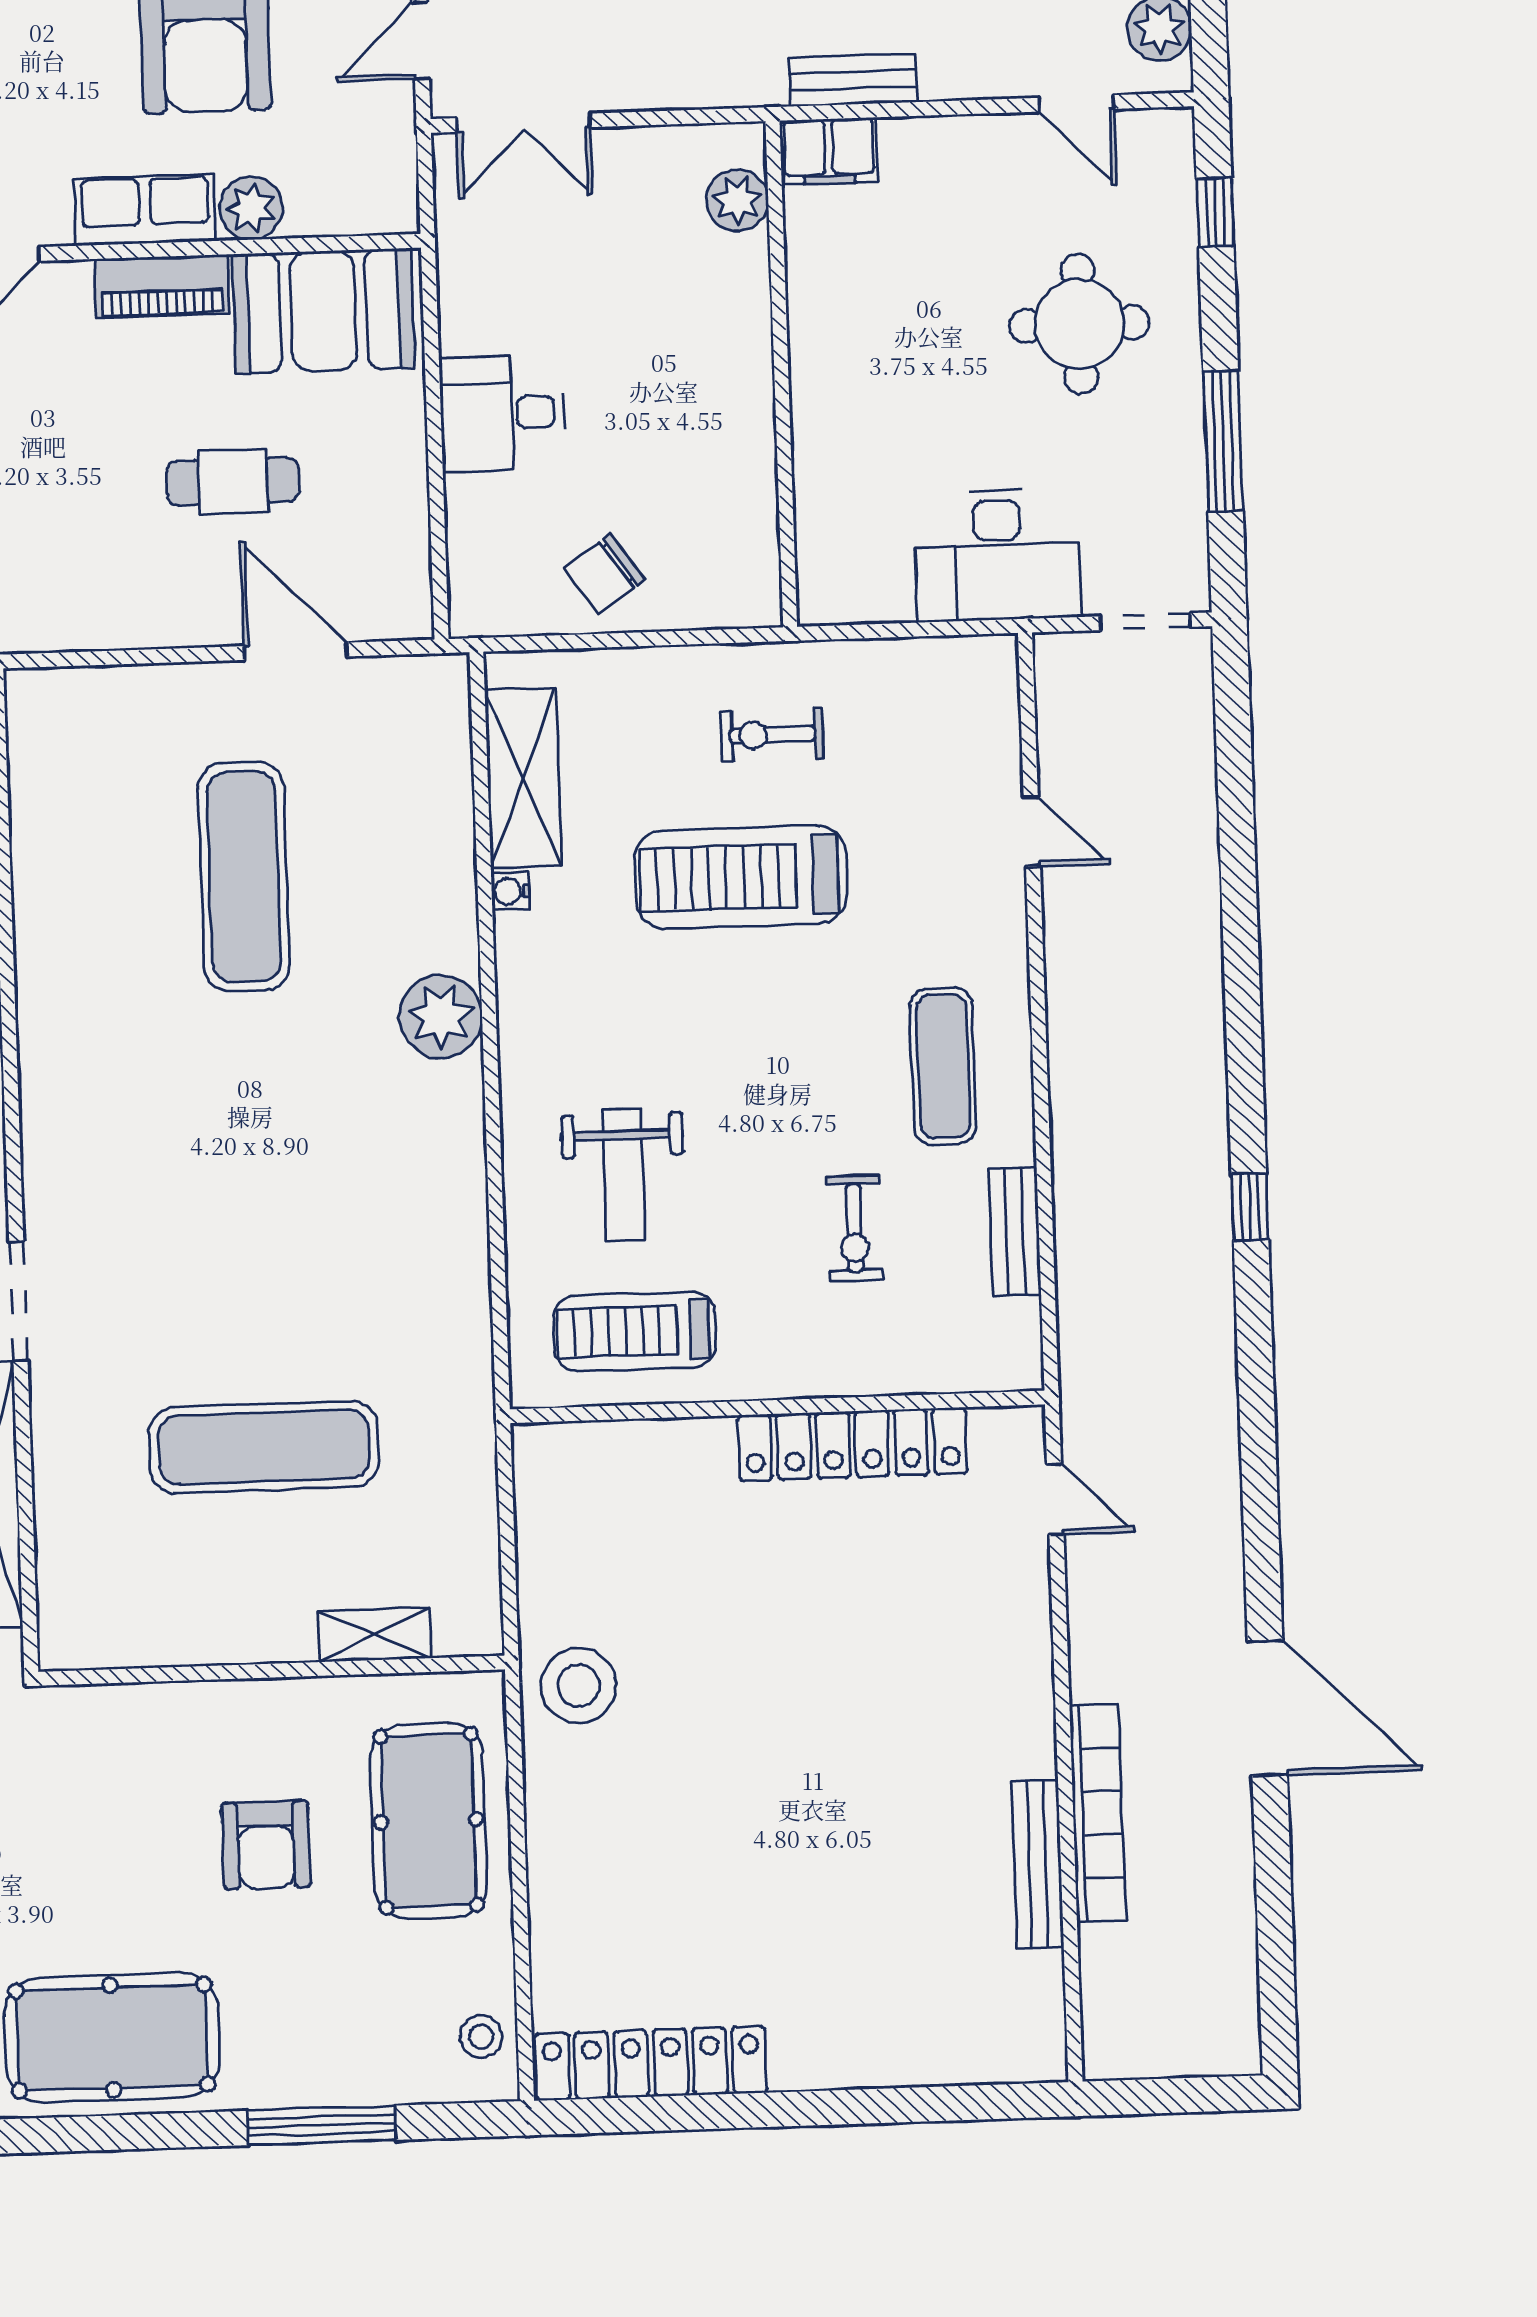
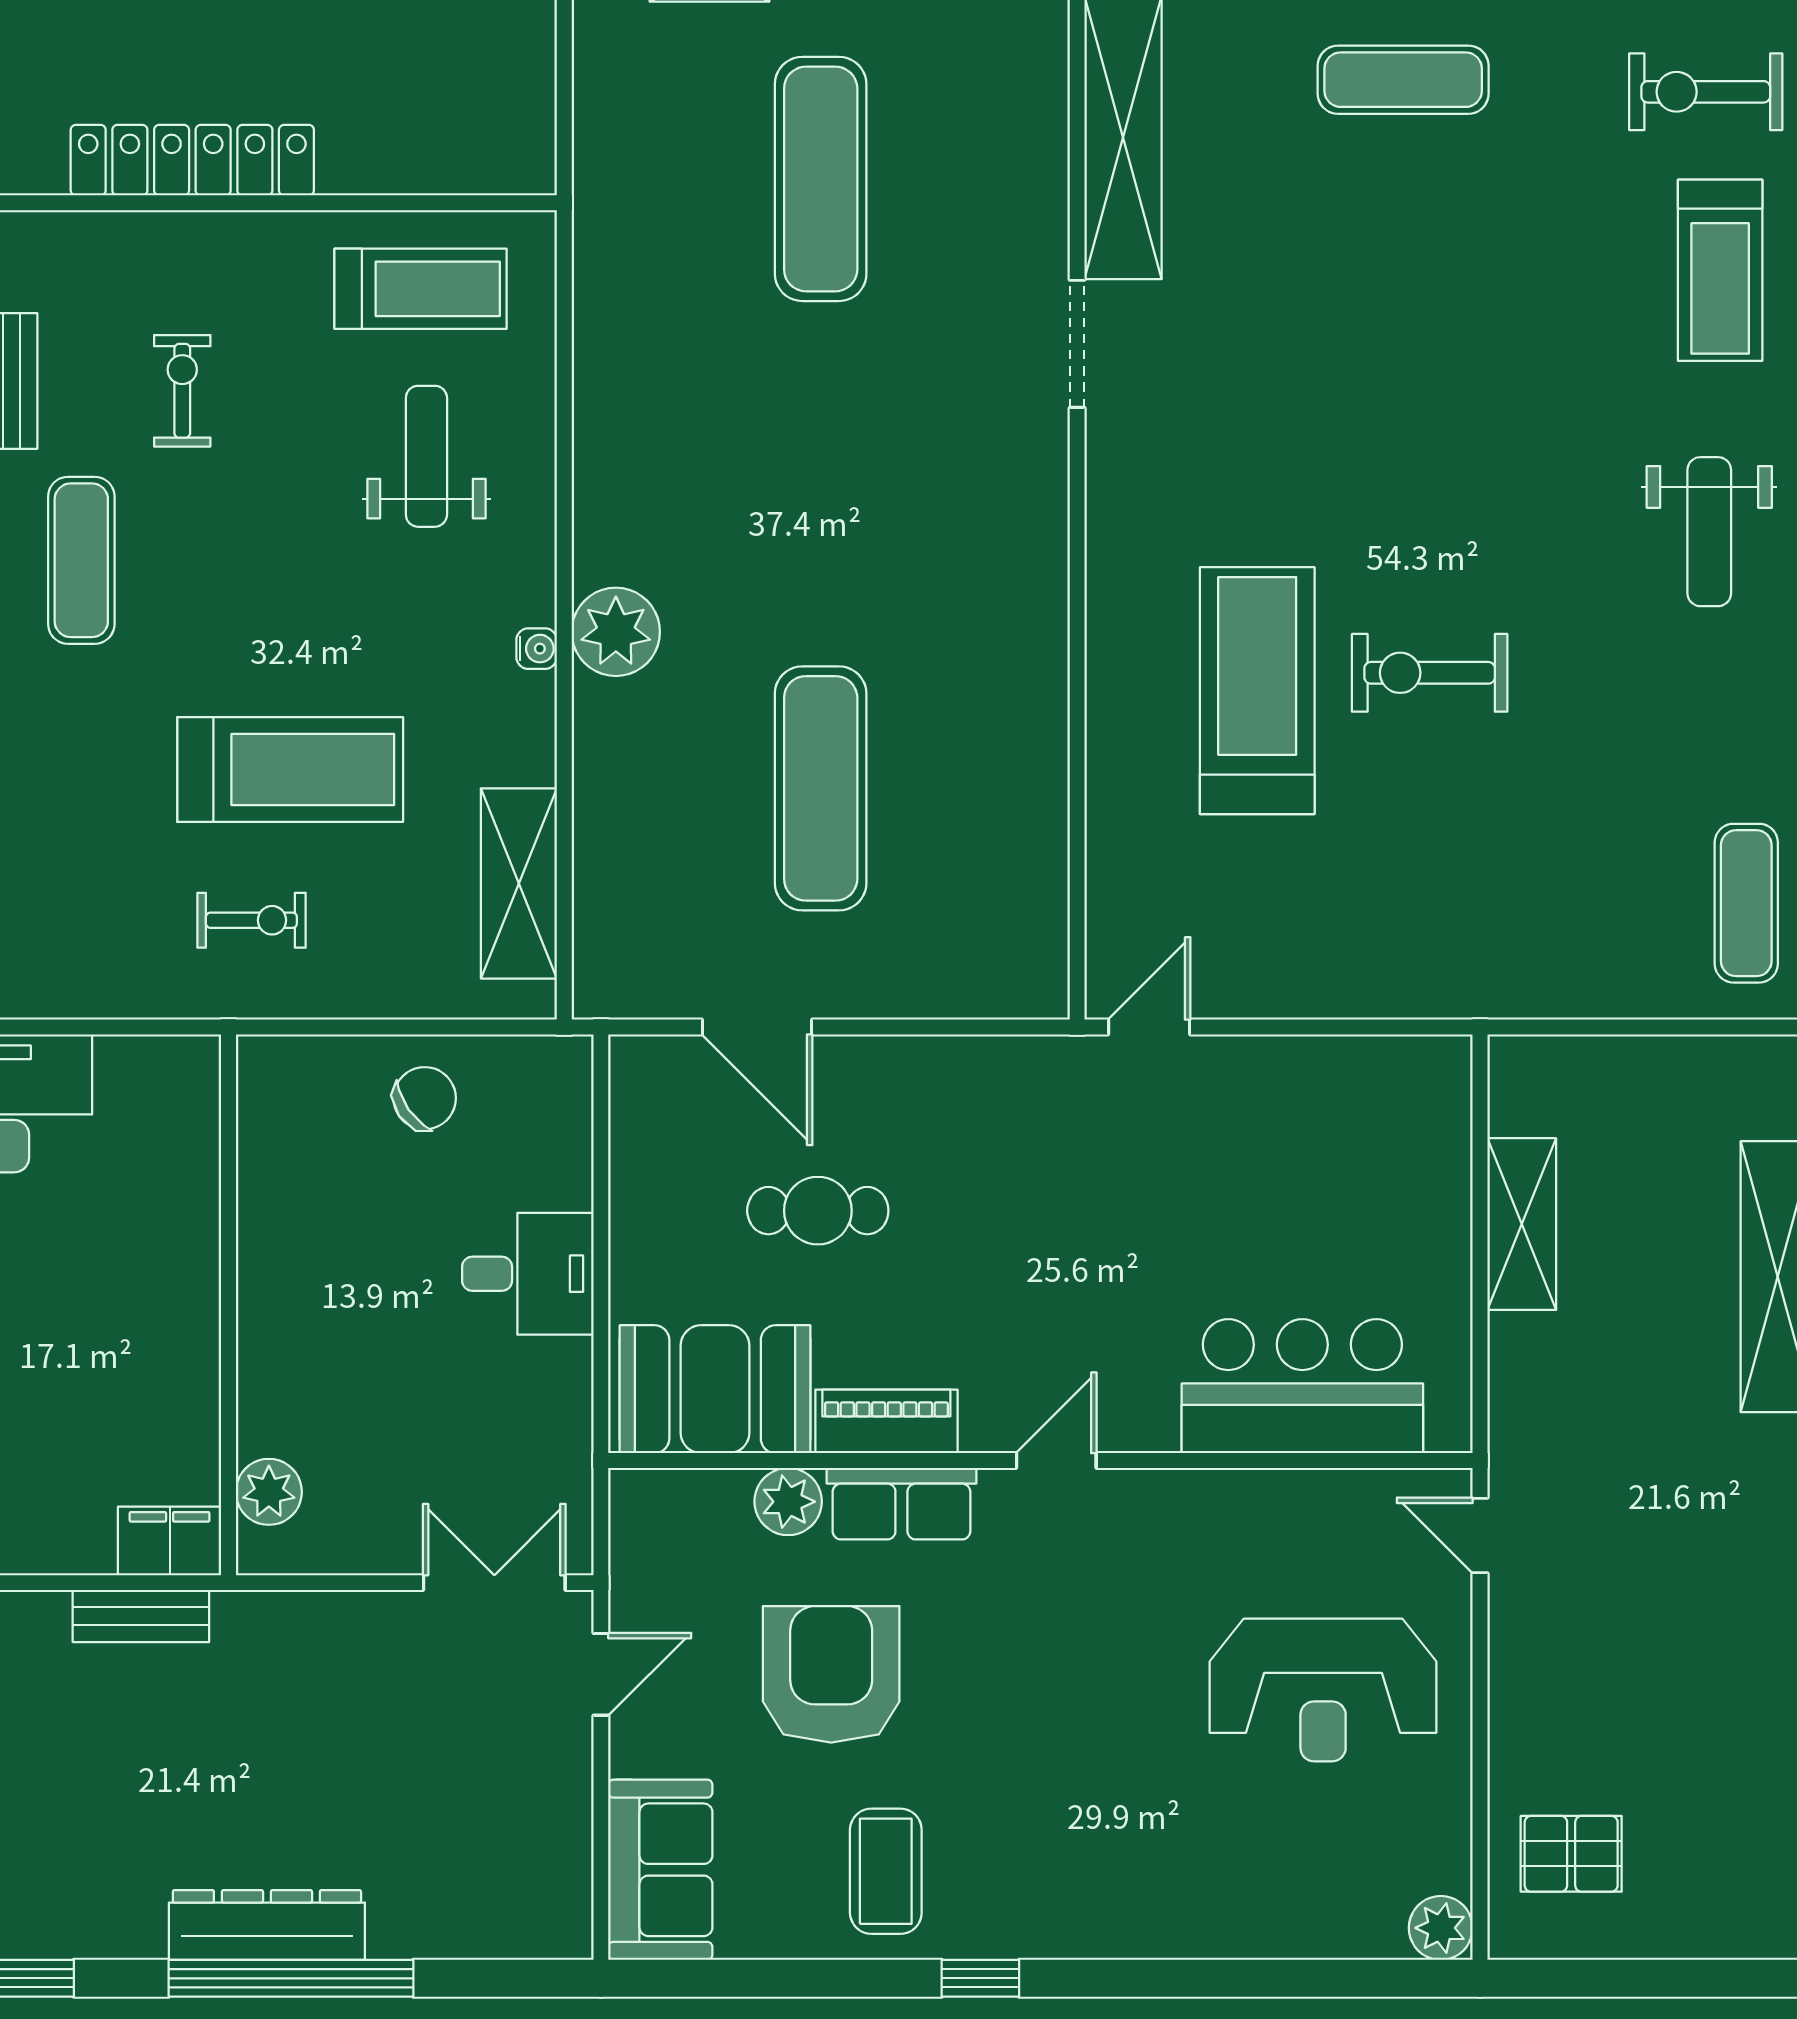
water cooler: (511, 891) -> (537, 649), moved
exercise mat: (264, 1447) -> (821, 179), turned 90

